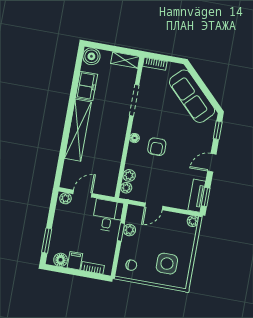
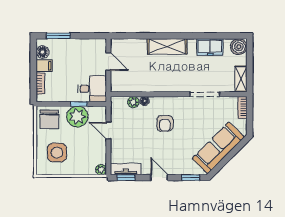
shelving: (78, 130) -> (167, 46), width x0.68
floor lamp: (135, 138) -> (145, 101), moved
armchair: (157, 147) -> (165, 123), turned -90
plant: (126, 188) -> (121, 102), removed
plant: (65, 198) -> (101, 46), removed
plant: (129, 230) -> (77, 117), width x1.87, depth x1.87
chair: (131, 265) -> (49, 119), width x1.87, depth x1.87

